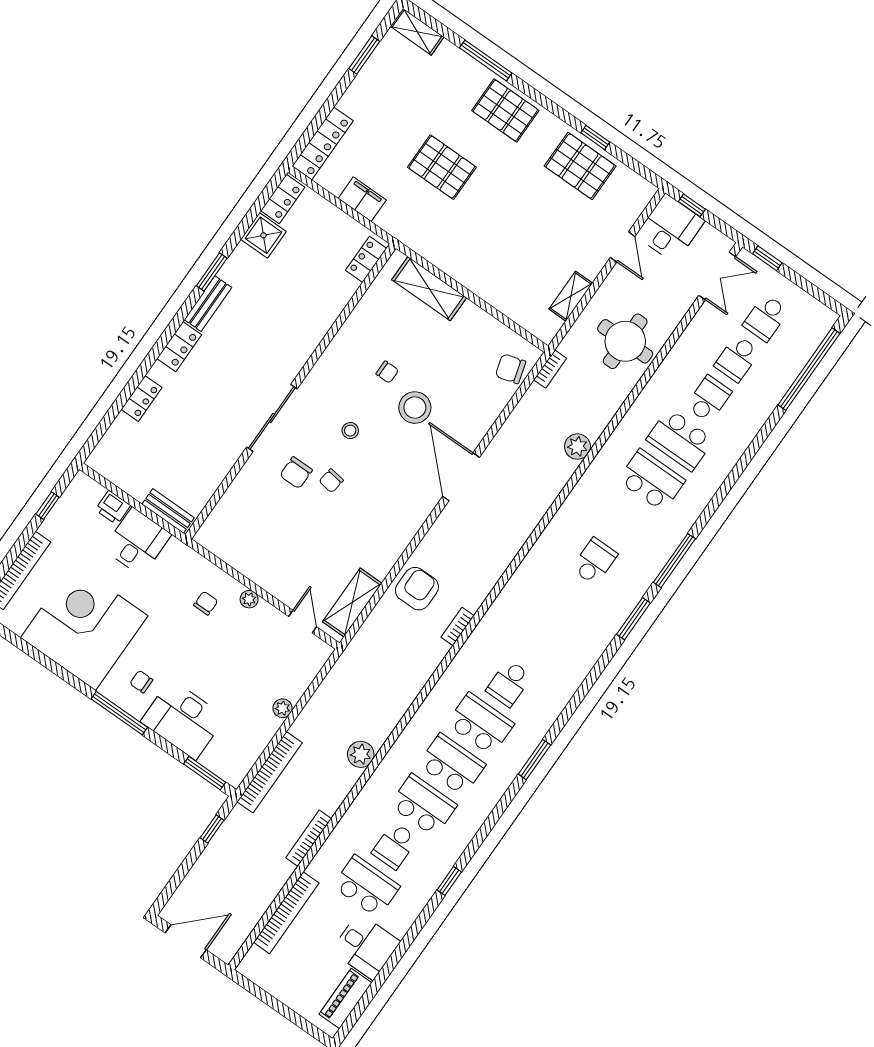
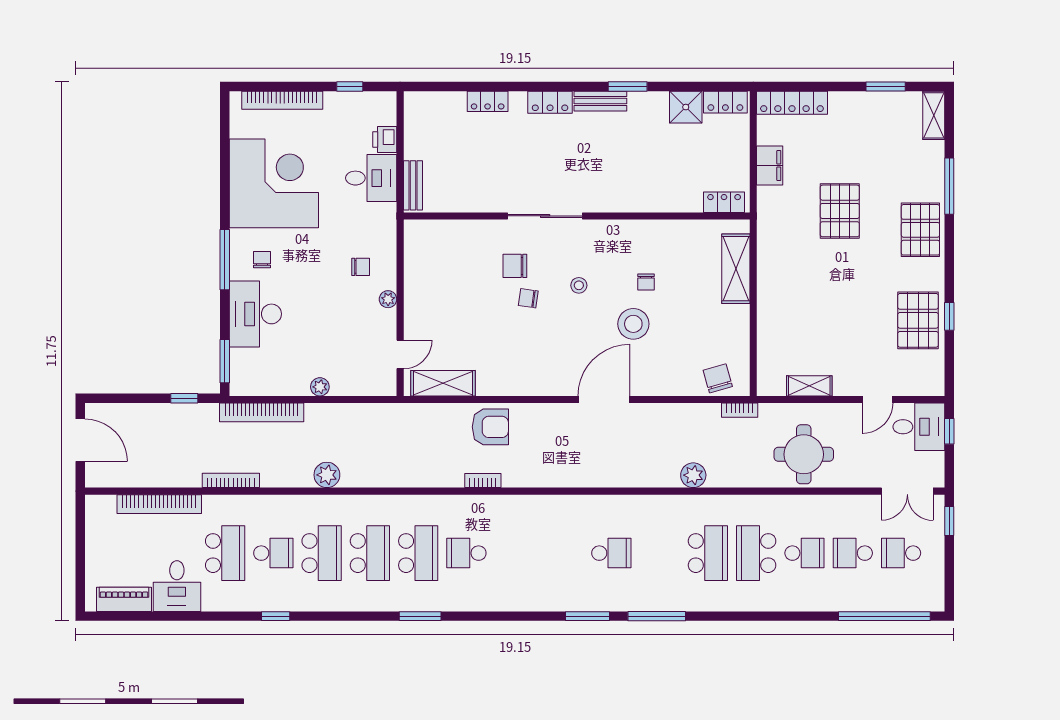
school desk: (395, 846) -> (273, 553), turned 180

